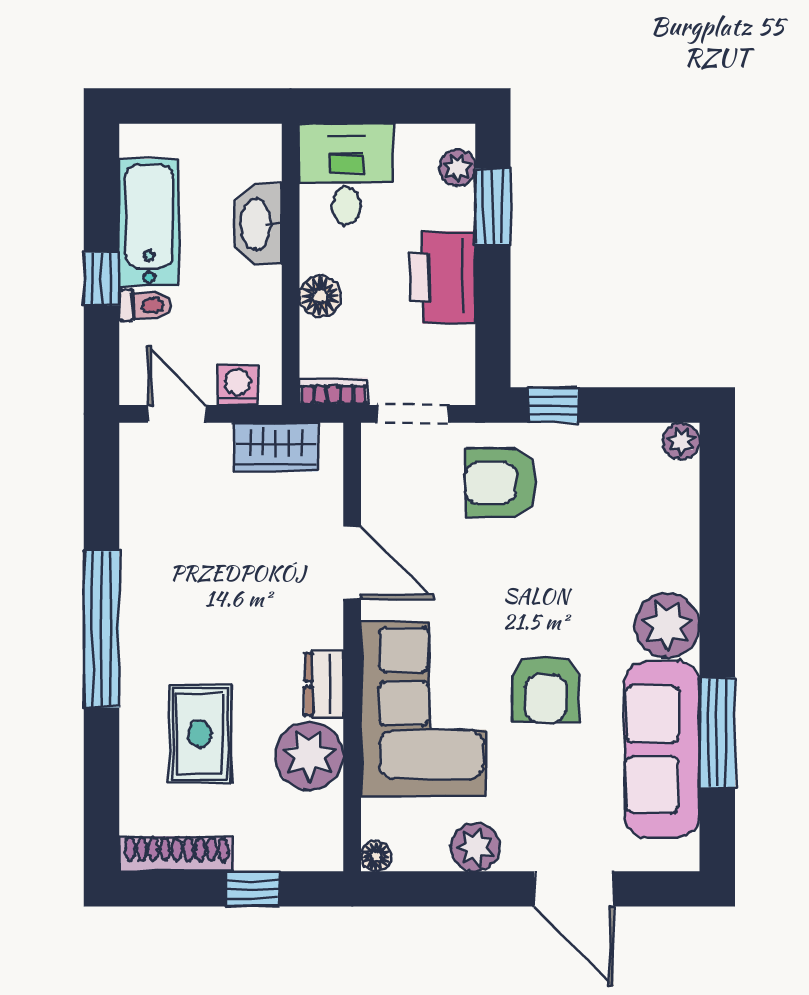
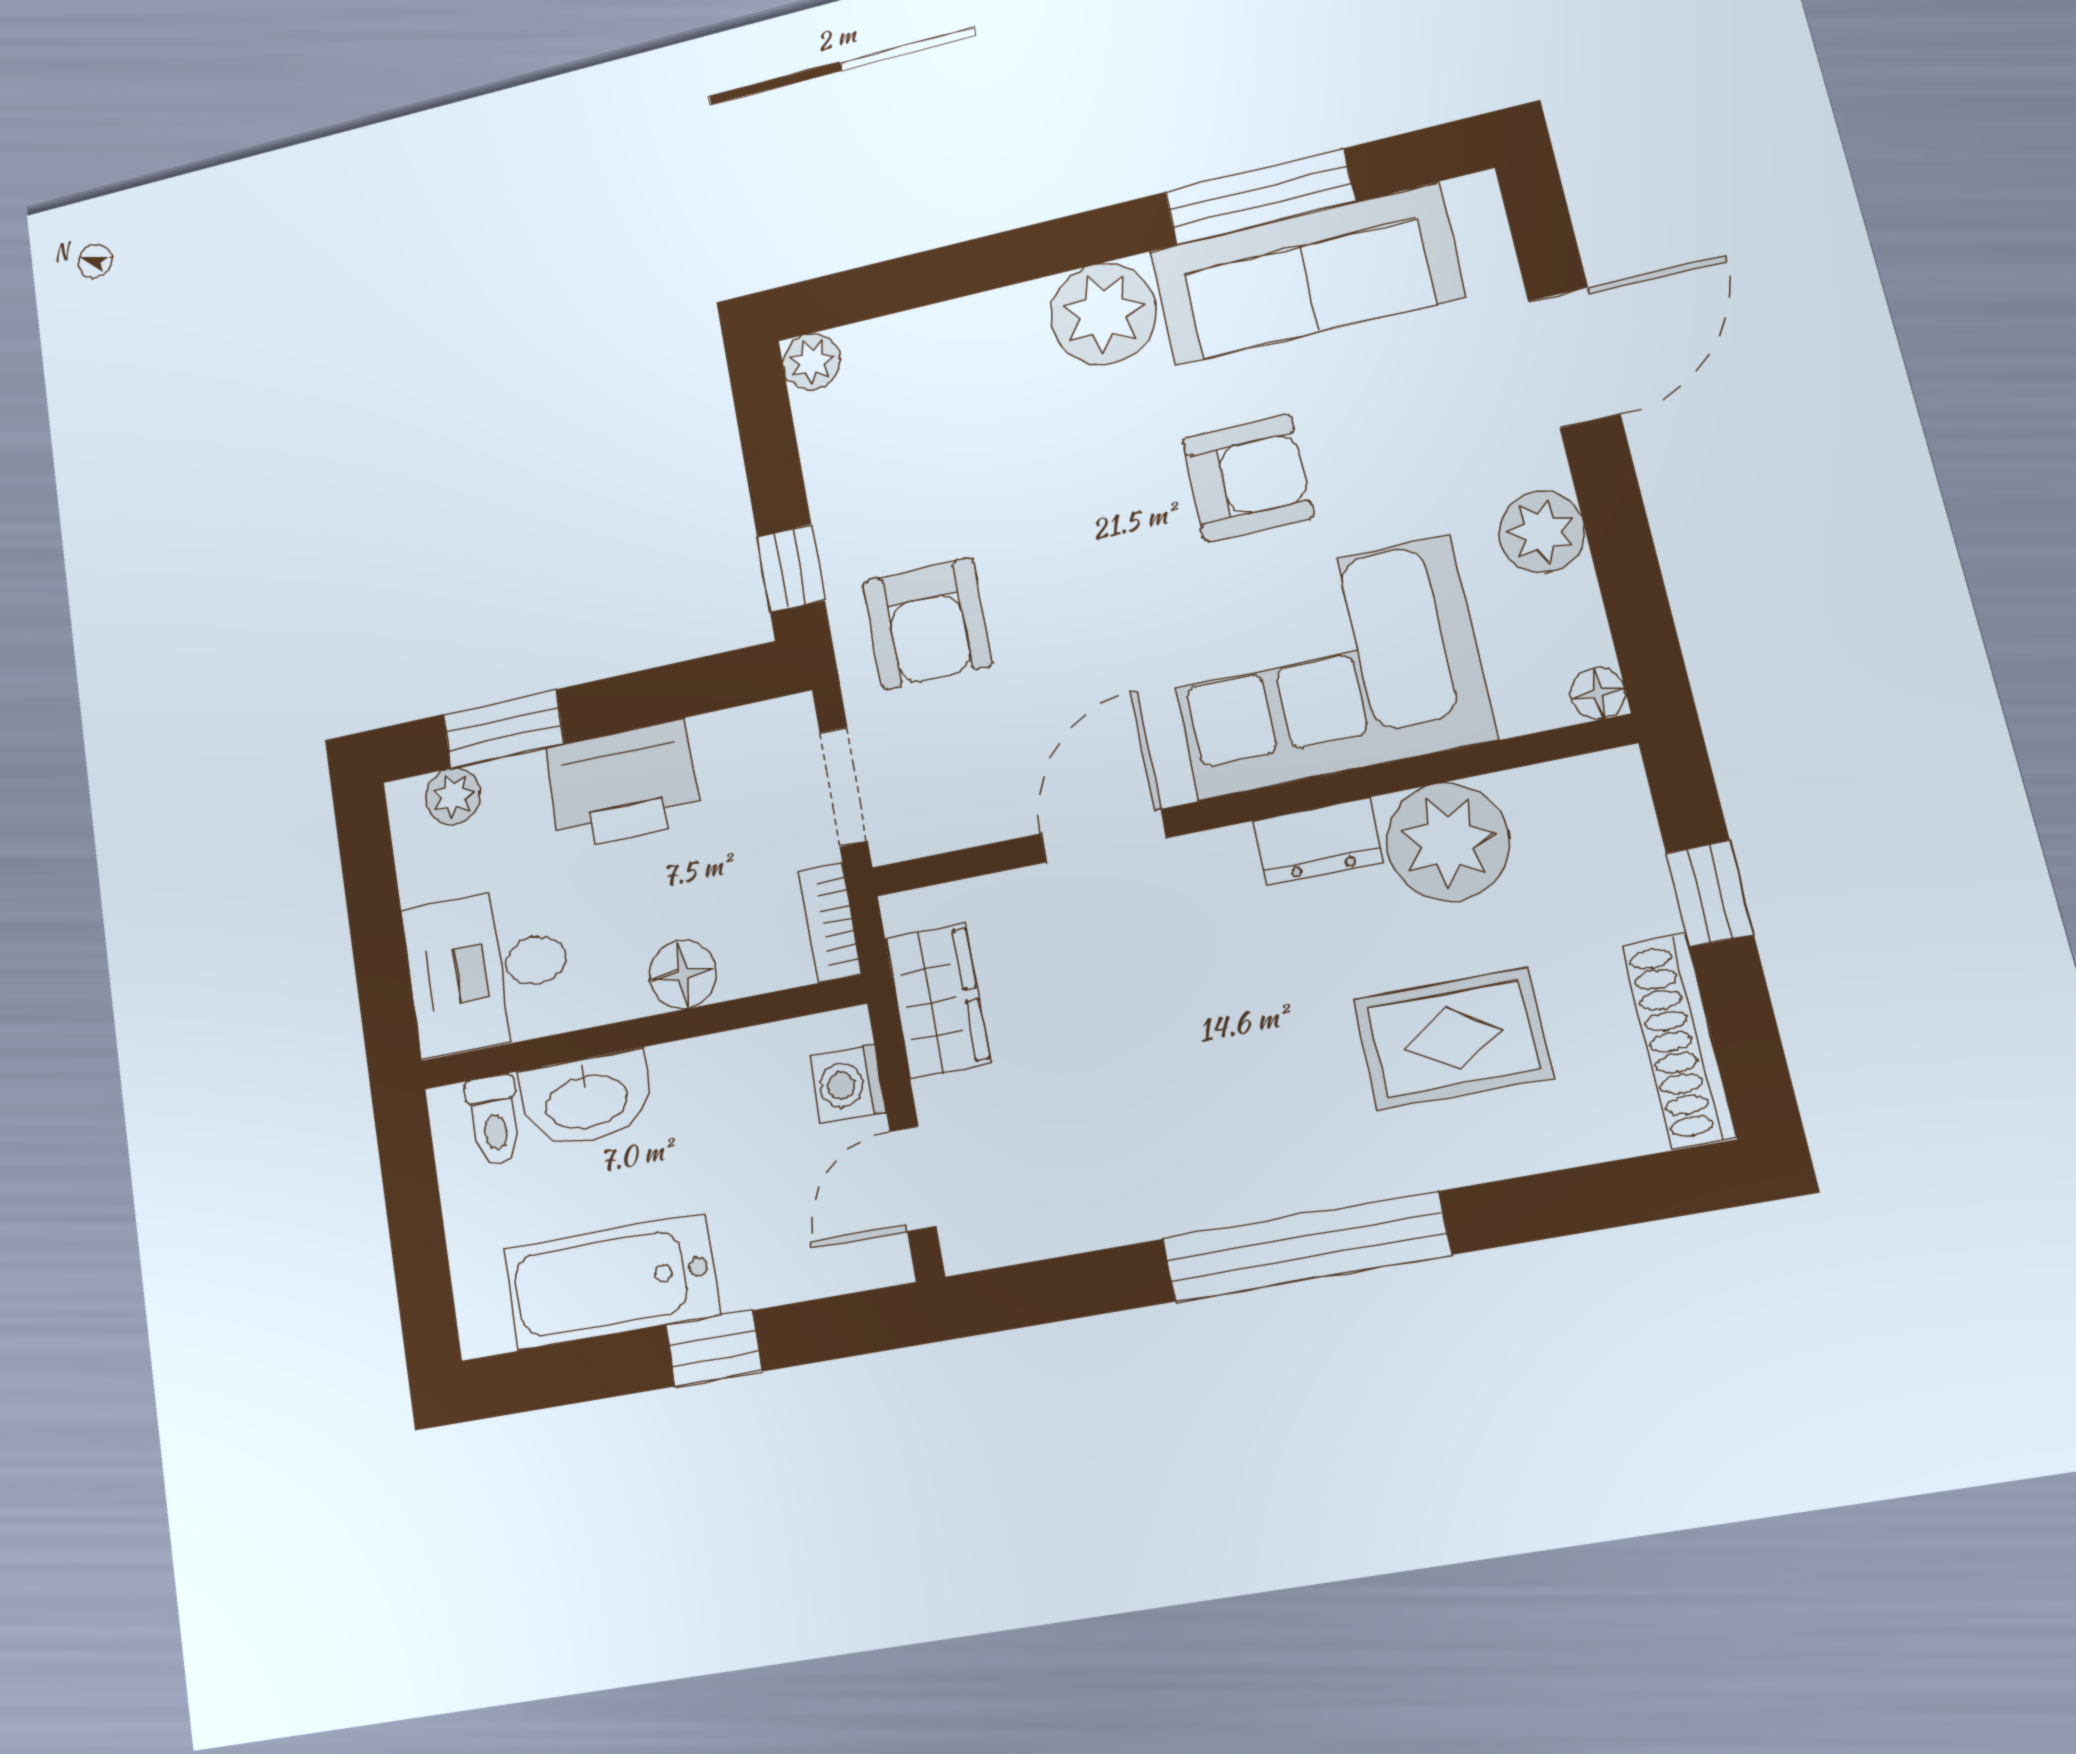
toilet: (145, 306) -> (494, 1120), moved, turned 180

